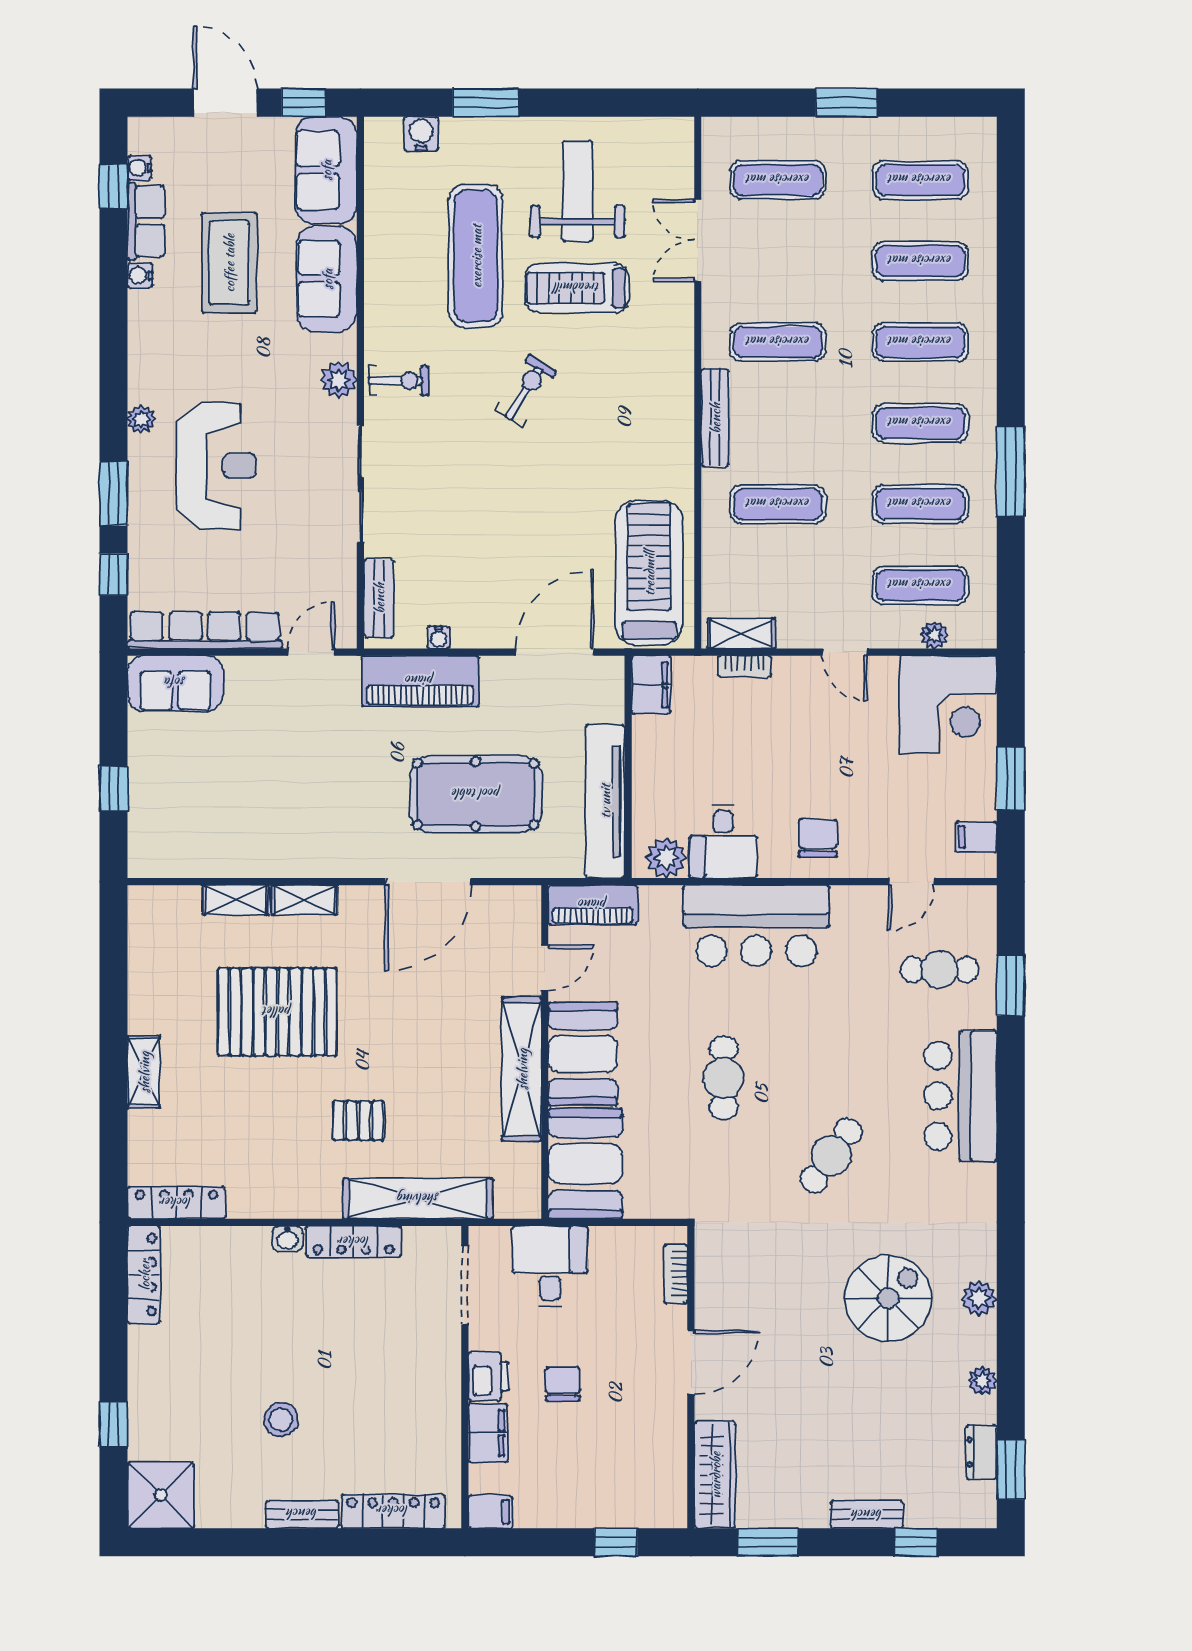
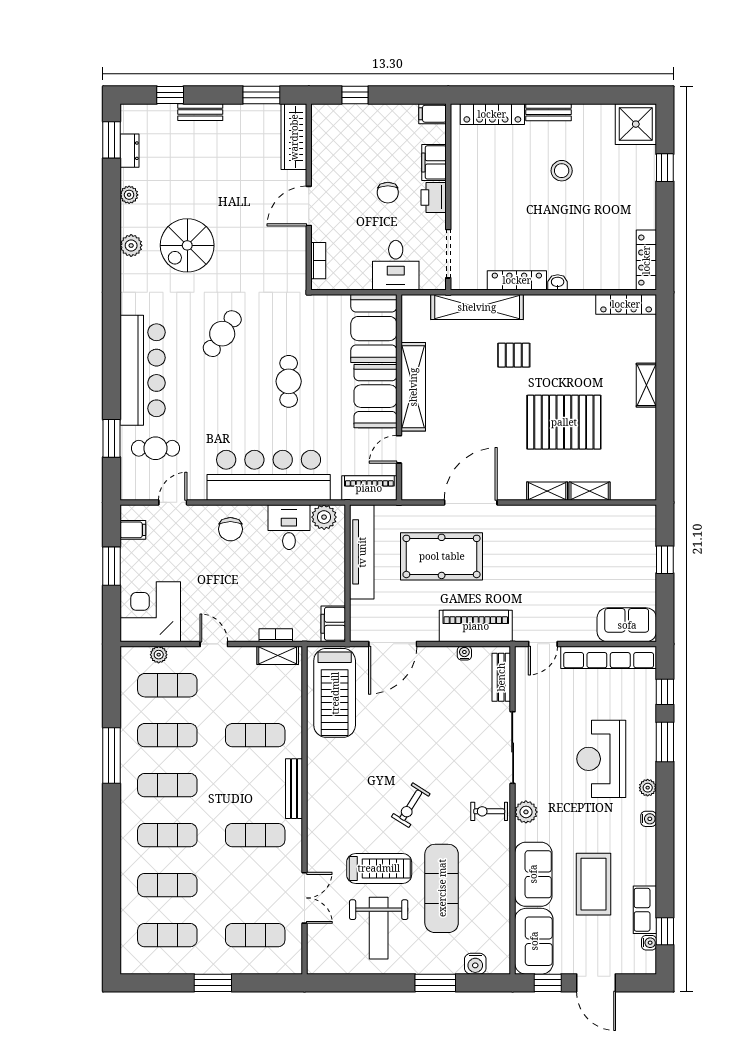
water cooler: (140, 275) -> (649, 819), moved
bar counter: (756, 926) -> (269, 475), width x1.36
bar counter: (960, 1096) -> (143, 370), width x1.36

